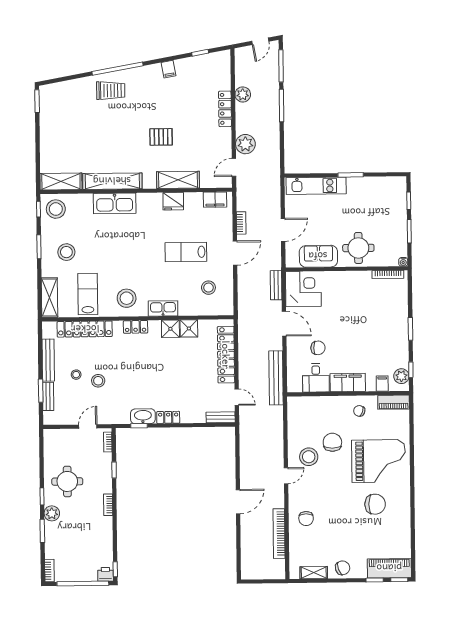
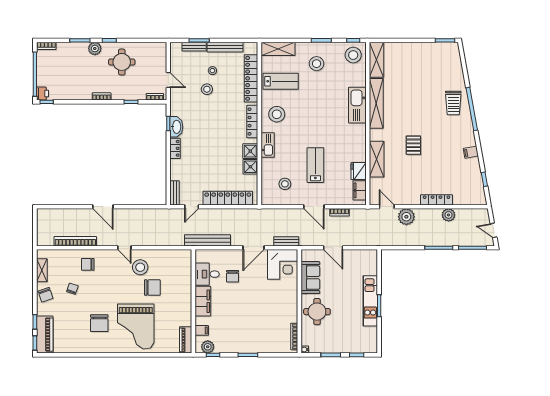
kitchen unit: (316, 186) -> (370, 301), moved
fridge: (173, 201) -> (359, 171), moved
locker: (136, 327) -> (252, 122), width x1.53
chair: (359, 411) -> (72, 289), moved

